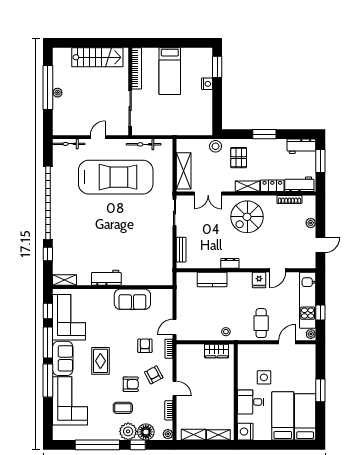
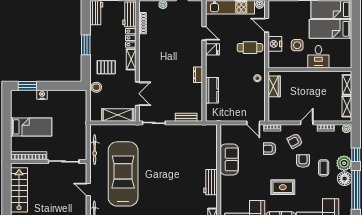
spiral stairs: (247, 217) -> (158, 60), removed
floor lamp: (146, 432) -> (345, 179), moved
nightstand: (245, 432) -> (275, 44), moved, turned 90

